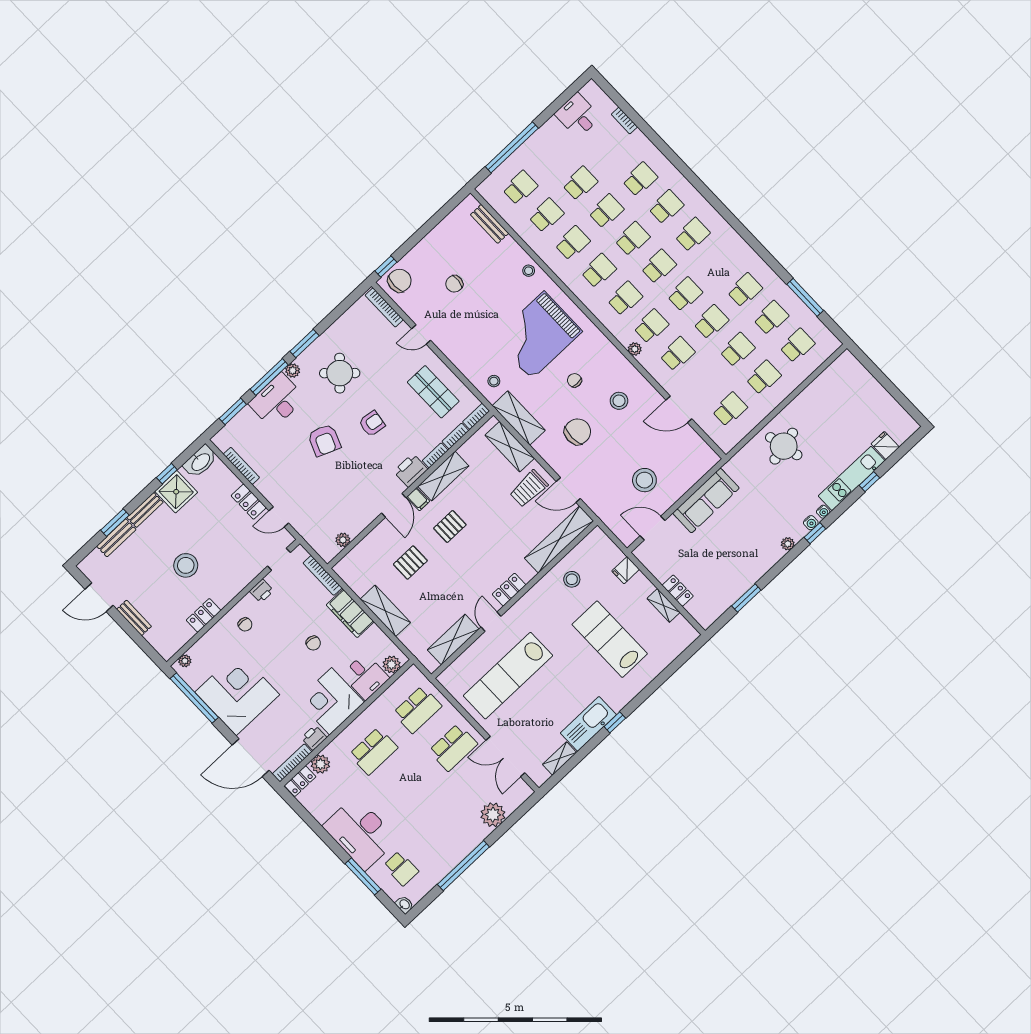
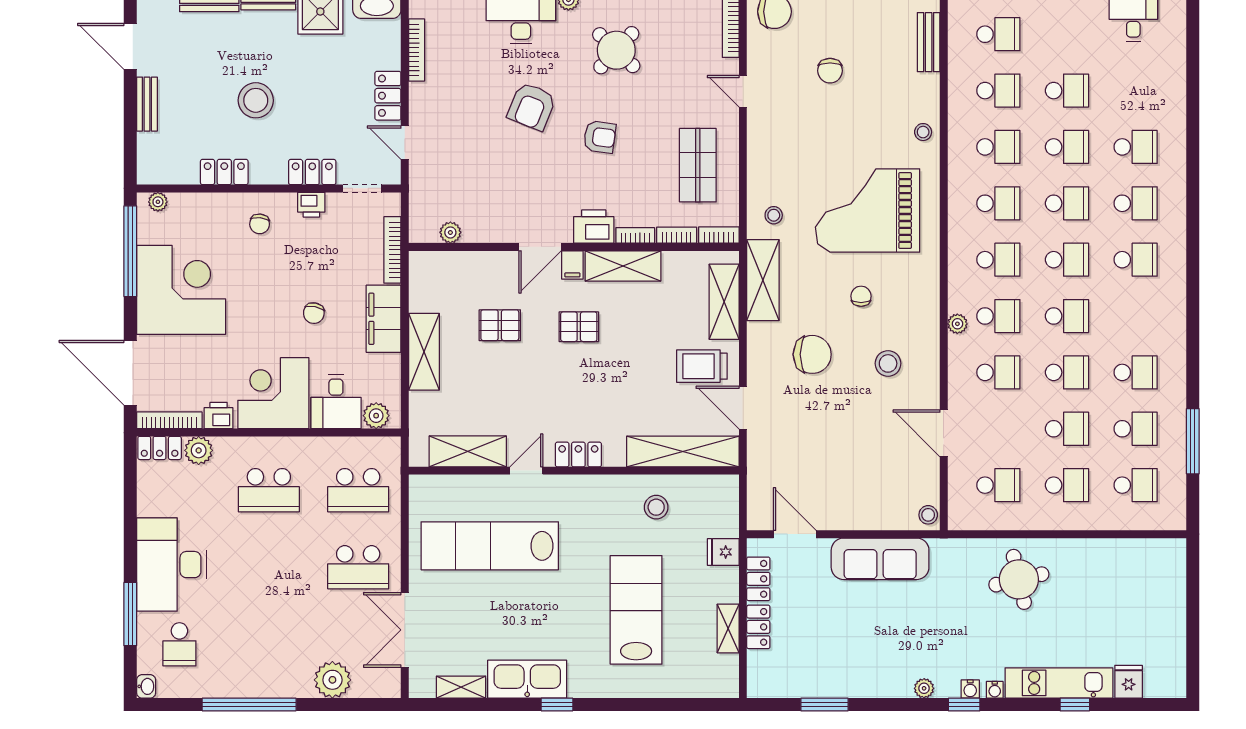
bookcase: (624, 121) -> (1178, 68), removed
chair: (454, 284) -> (830, 71), turned -96
stool: (644, 480) -> (928, 515), moved, width x0.53, depth x0.53
locker: (655, 567) -> (758, 579), added
locker: (247, 574) -> (312, 172), added

